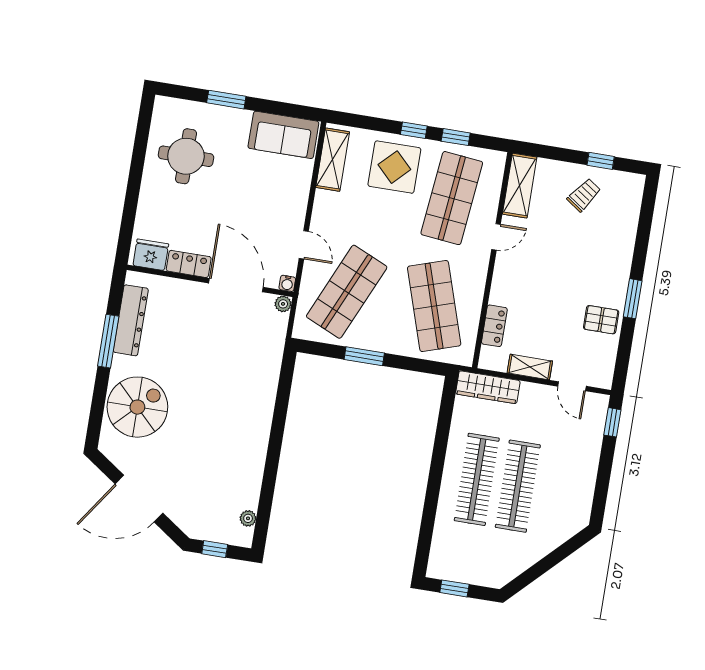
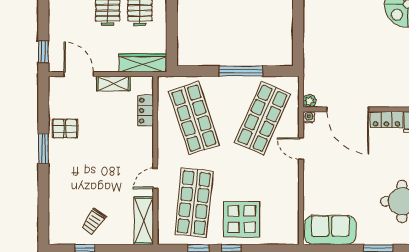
shelving: (333, 160) -> (290, 217), removed
window: (364, 356) -> (241, 71), width x1.44
door: (572, 386) -> (79, 74), width x1.38

